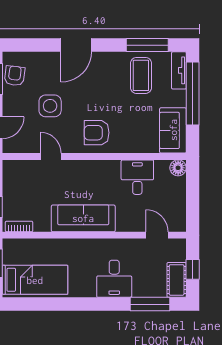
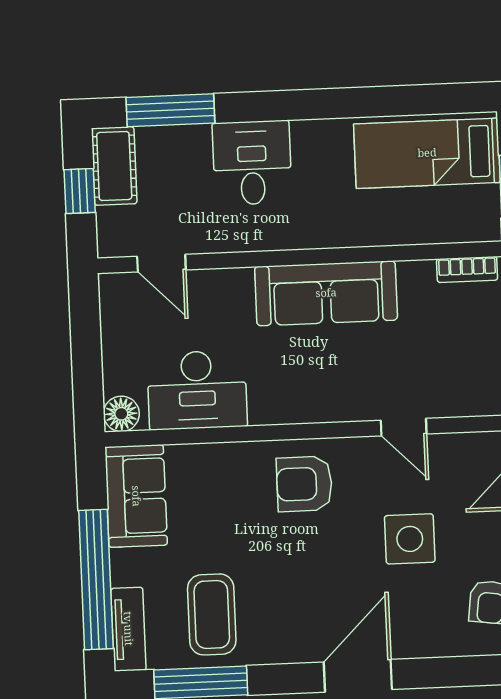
armchair: (97, 133) -> (304, 484), turned 180
desk: (137, 177) -> (197, 390), width x1.37

